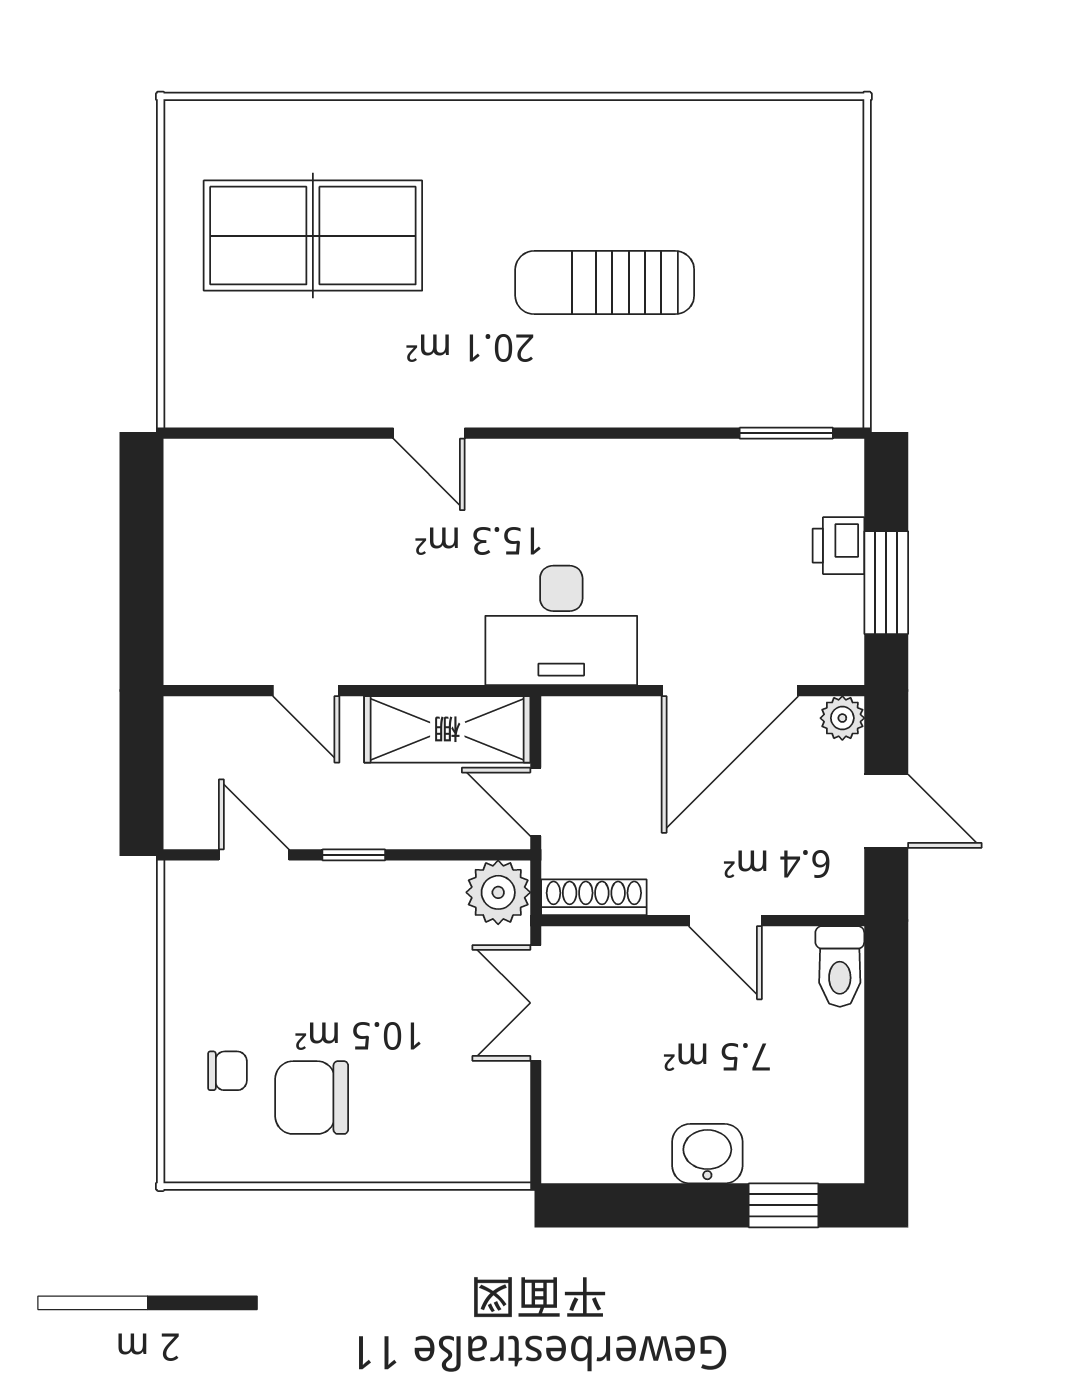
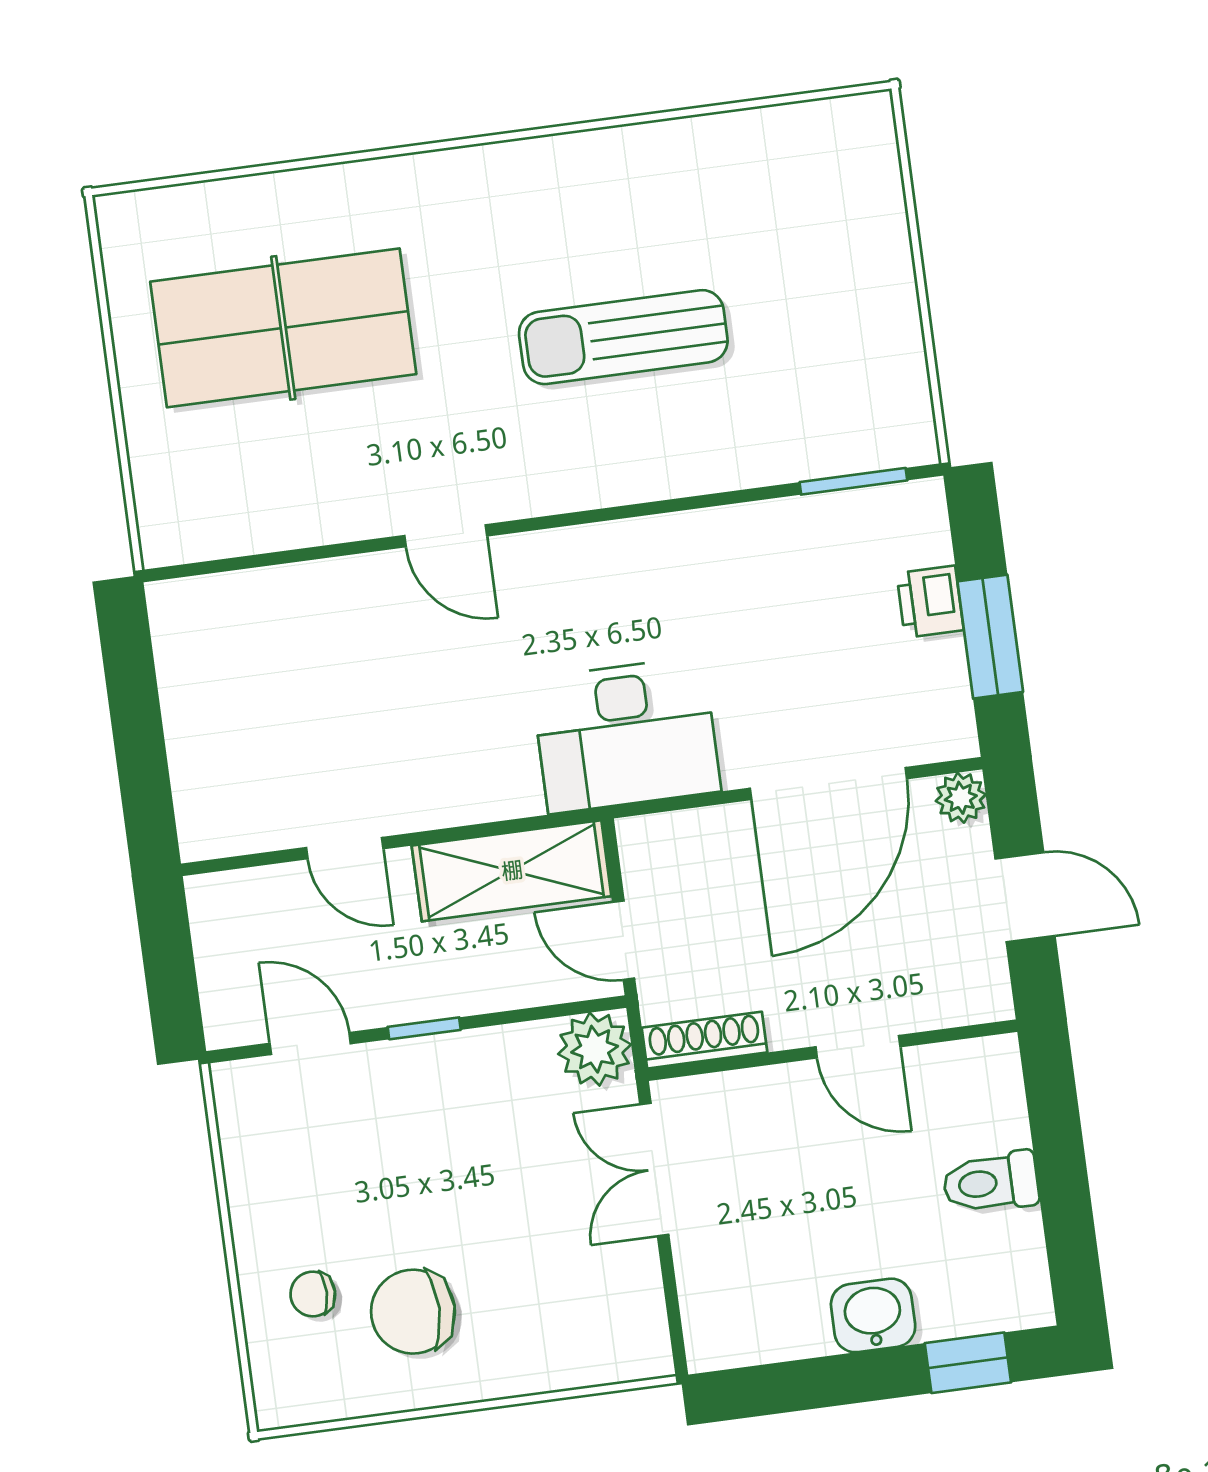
toilet: (840, 966) -> (991, 1182), moved, turned 90
chair: (227, 1071) -> (313, 1294), turned 180

